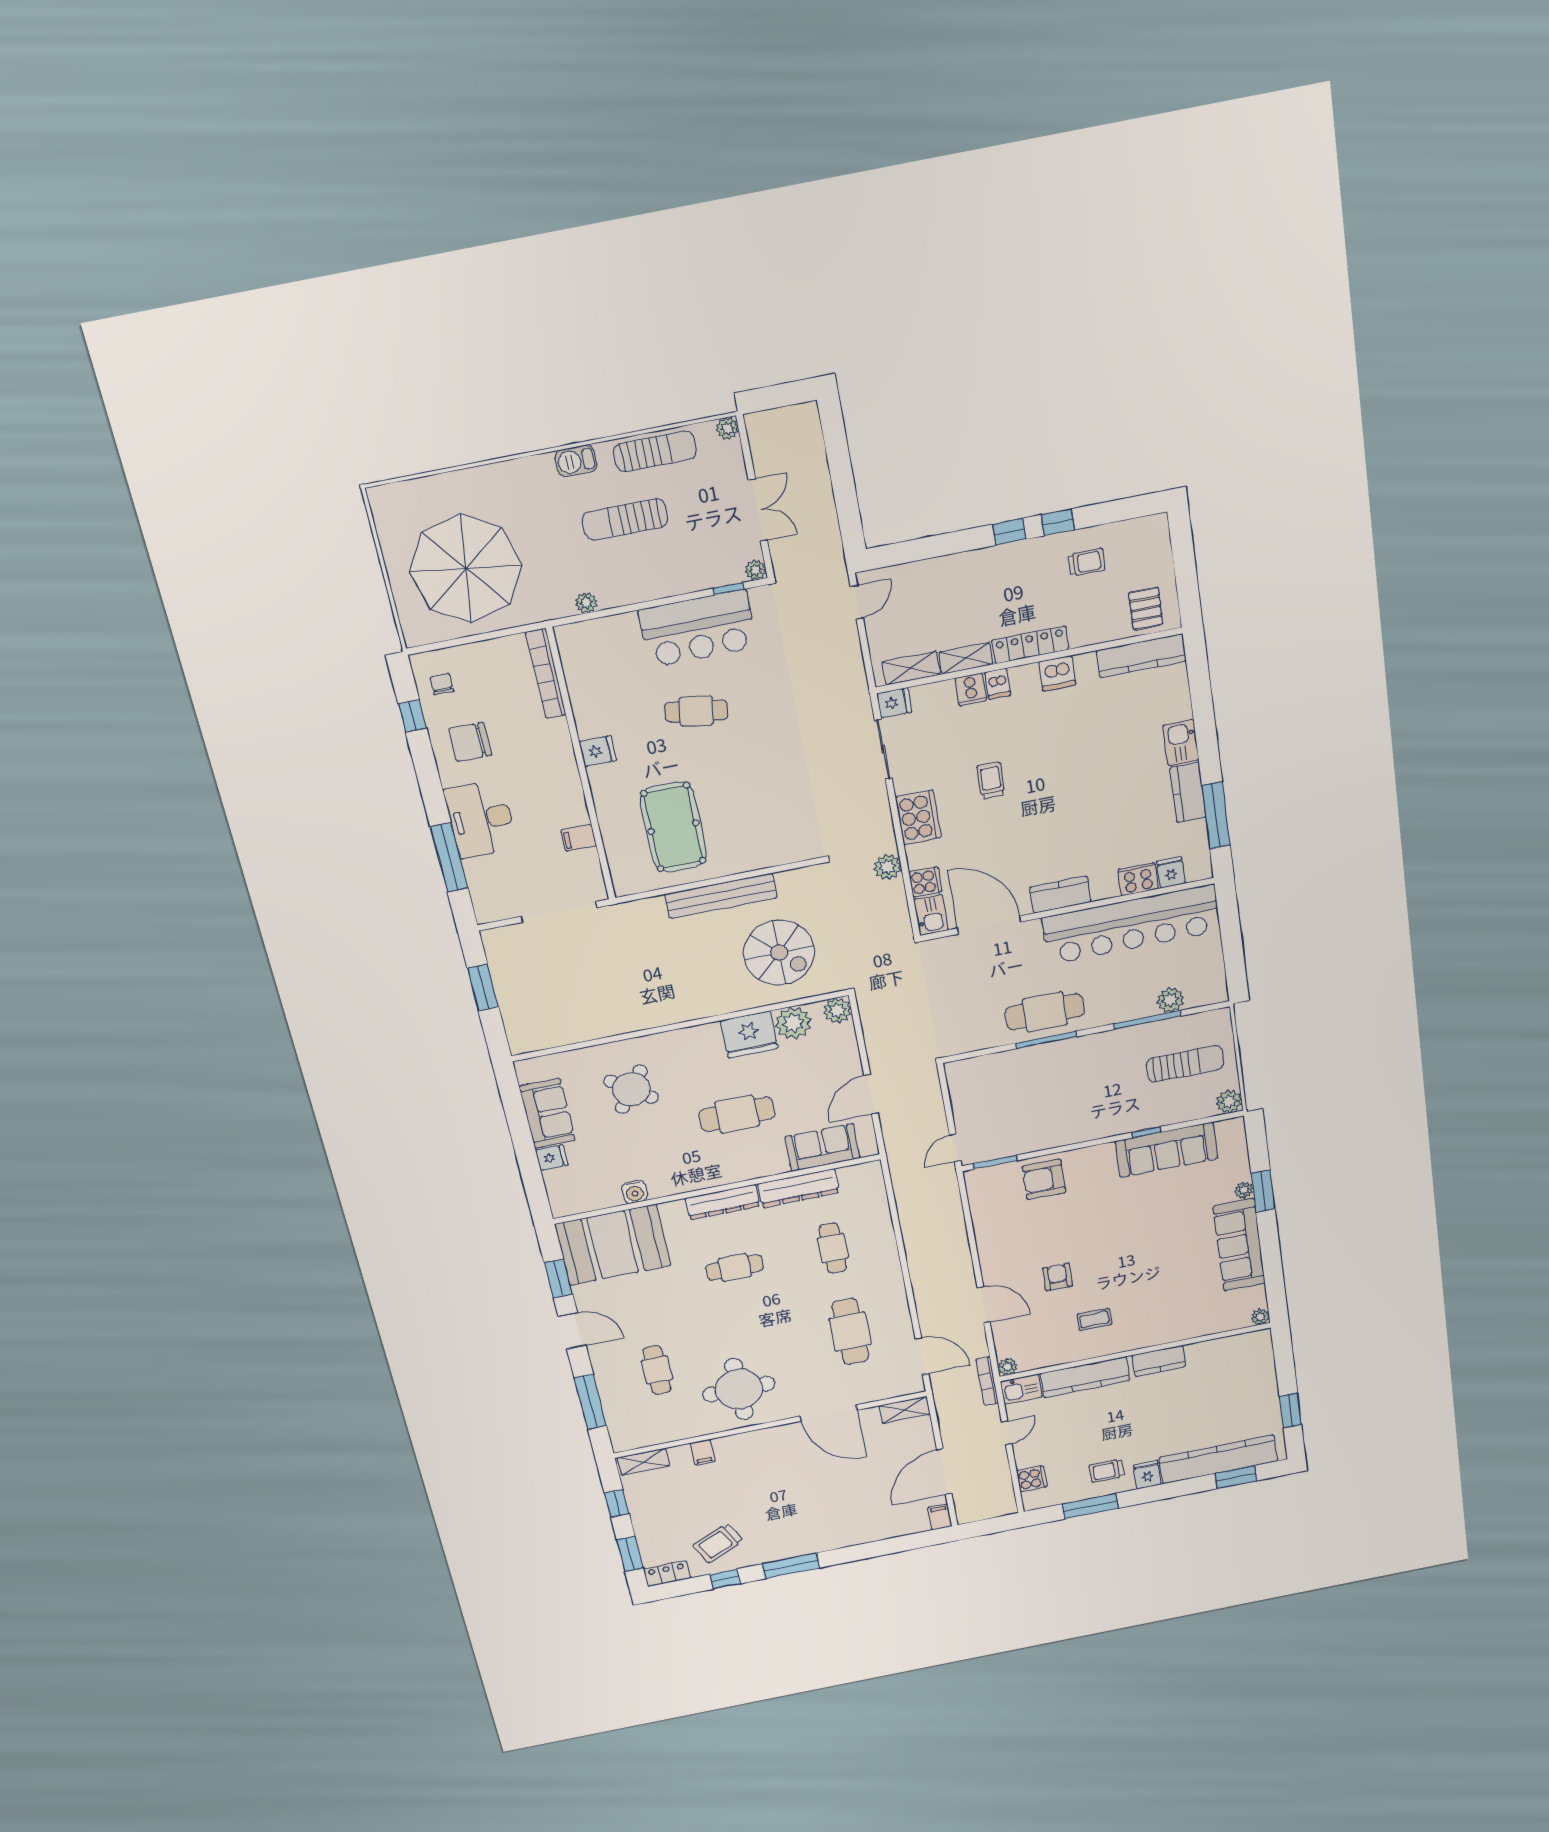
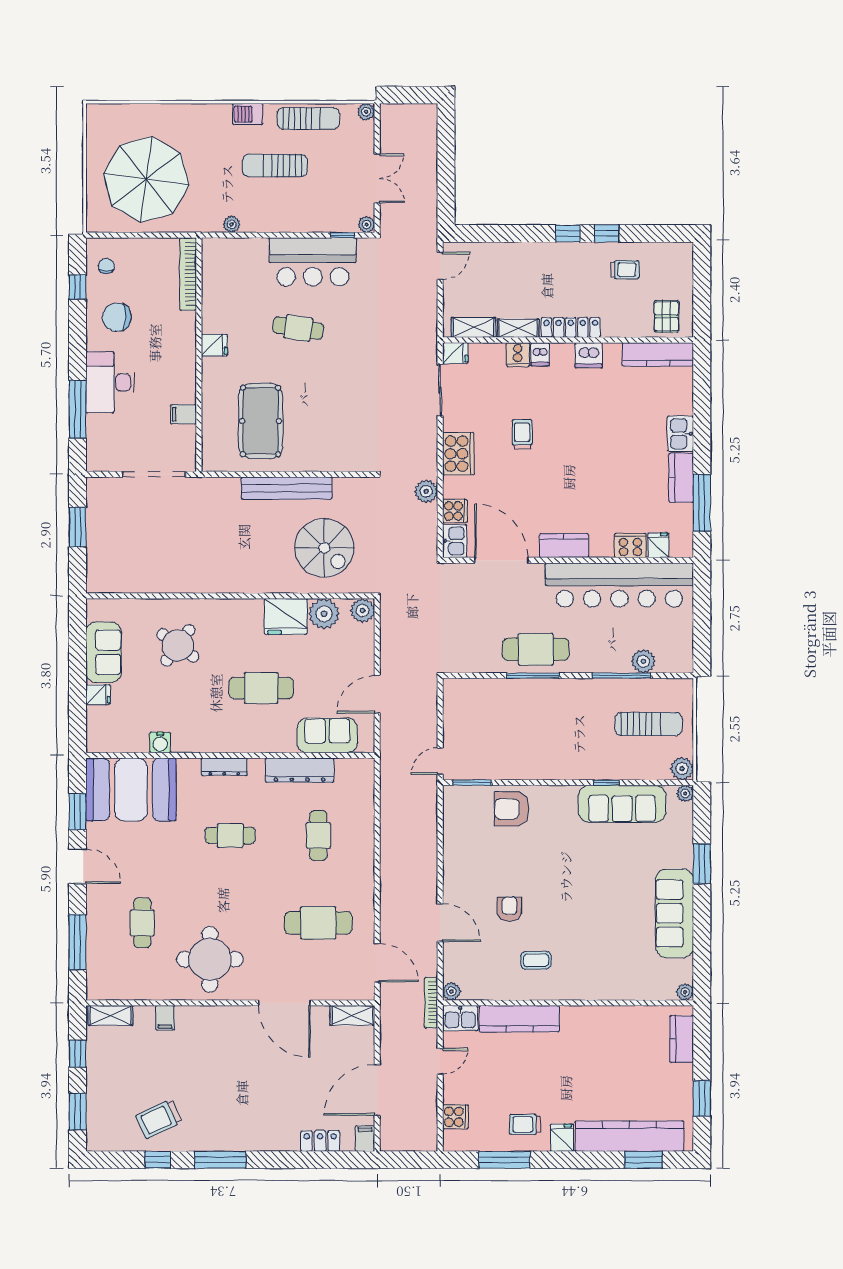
plant: (1244, 1190) -> (685, 793), moved
dresser: (723, 1202) -> (224, 767), width x0.73, depth x0.80
cafe table: (850, 1332) -> (318, 923), turned 90
kitchen counter: (1159, 1361) -> (682, 1039), moved, turned 90
locker: (667, 1574) -> (320, 1141), moved

